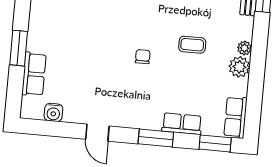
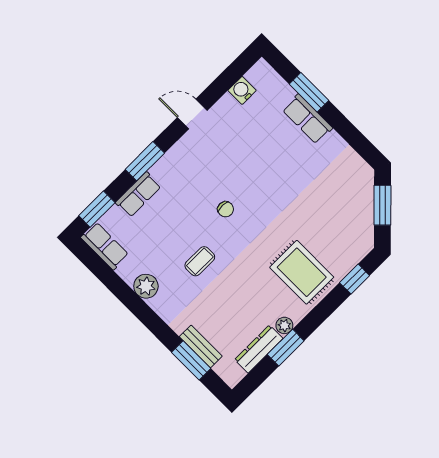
window: (19, 48) -> (309, 92), moved
plant: (245, 48) -> (159, 305), removed
row of seats: (34, 74) -> (307, 119), moved

